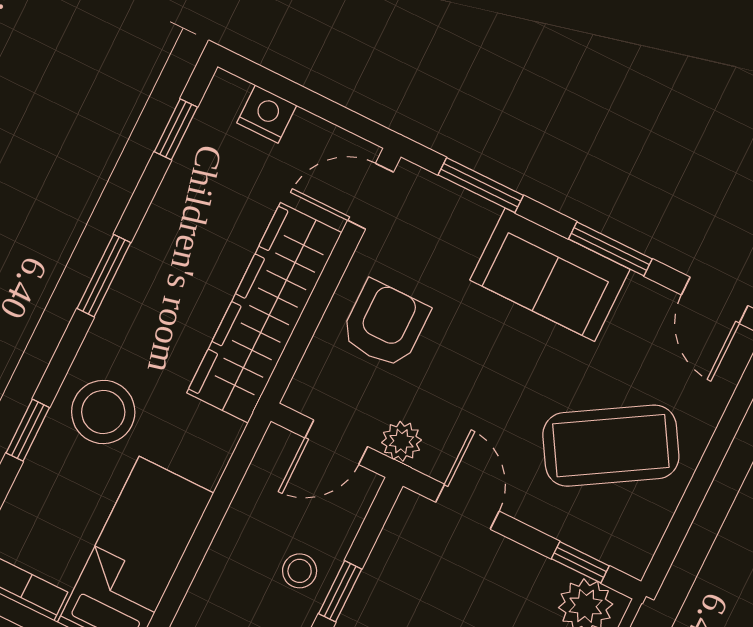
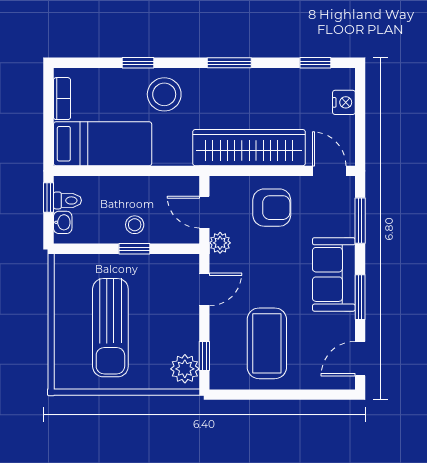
coffee table: (611, 446) -> (267, 343), turned 31

